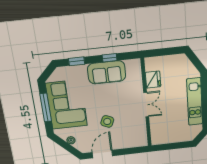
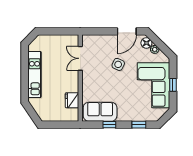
sofa: (107, 72) -> (100, 112), moved
double door: (146, 105) -> (80, 58), moved
window: (46, 108) -> (173, 85), width x0.46
floor lamp: (80, 145) -> (146, 43), added

